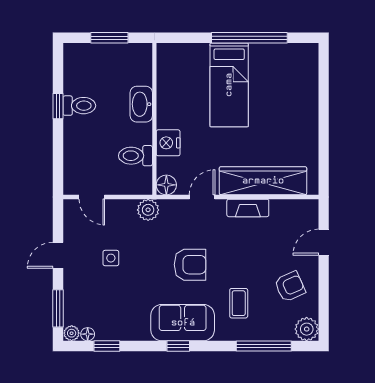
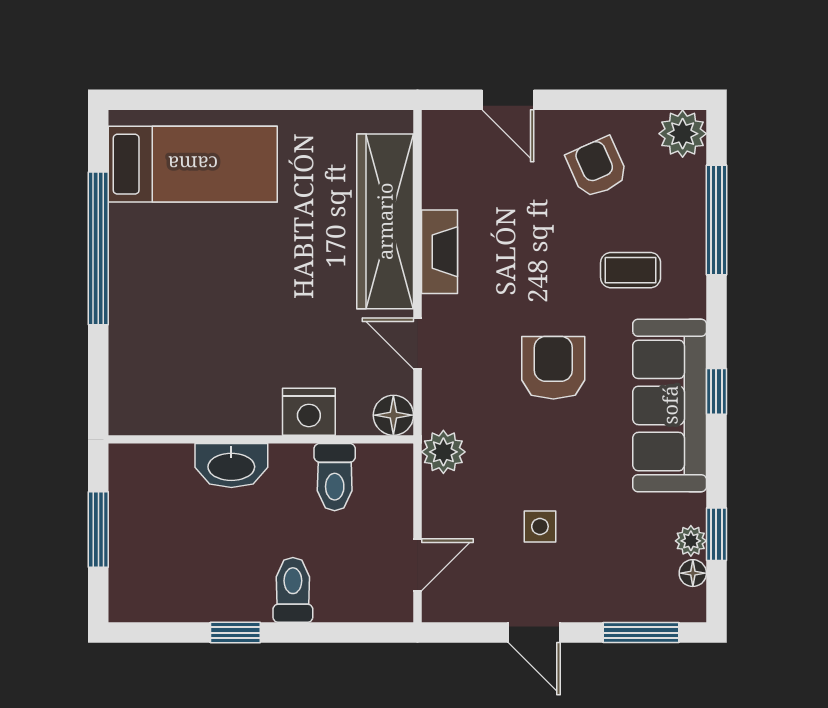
bed: (229, 85) -> (193, 164), moved
toilet: (79, 106) -> (293, 590), moved
sofa: (183, 323) -> (670, 405), width x1.36
plant: (72, 333) -> (691, 541), moved

